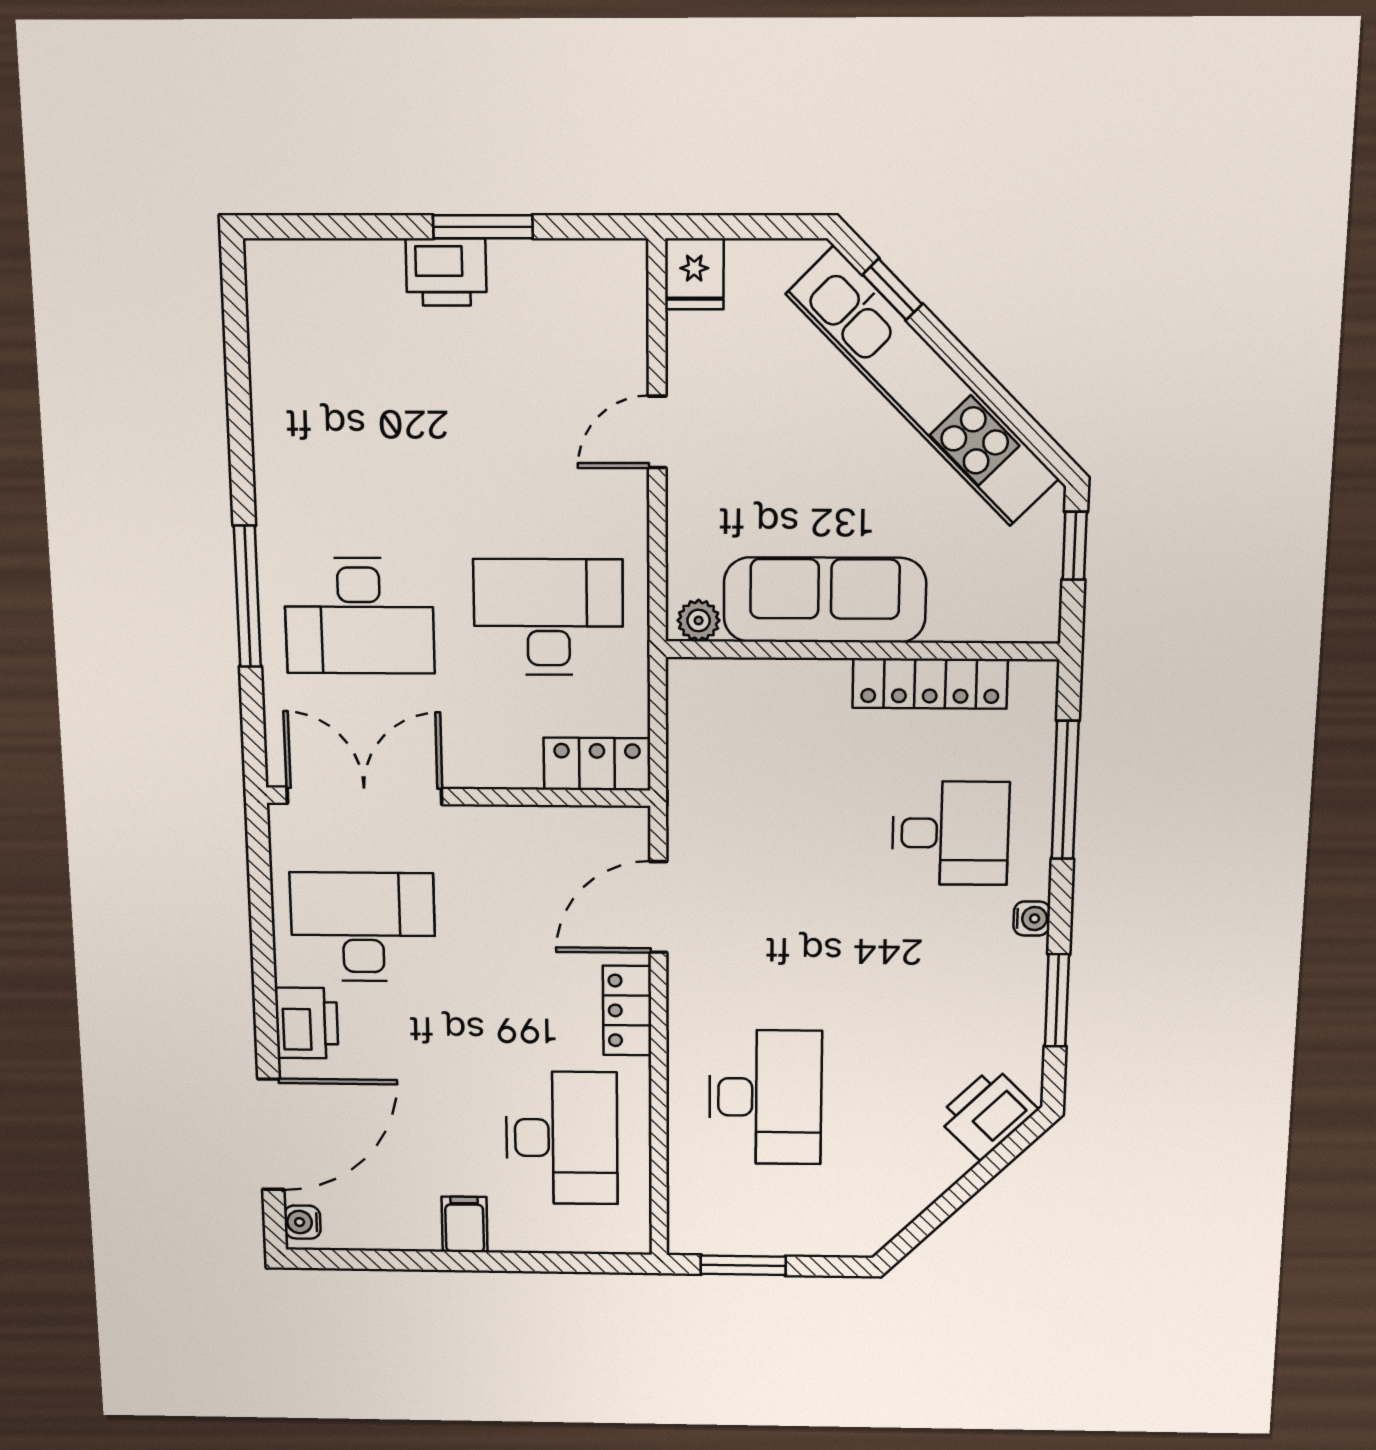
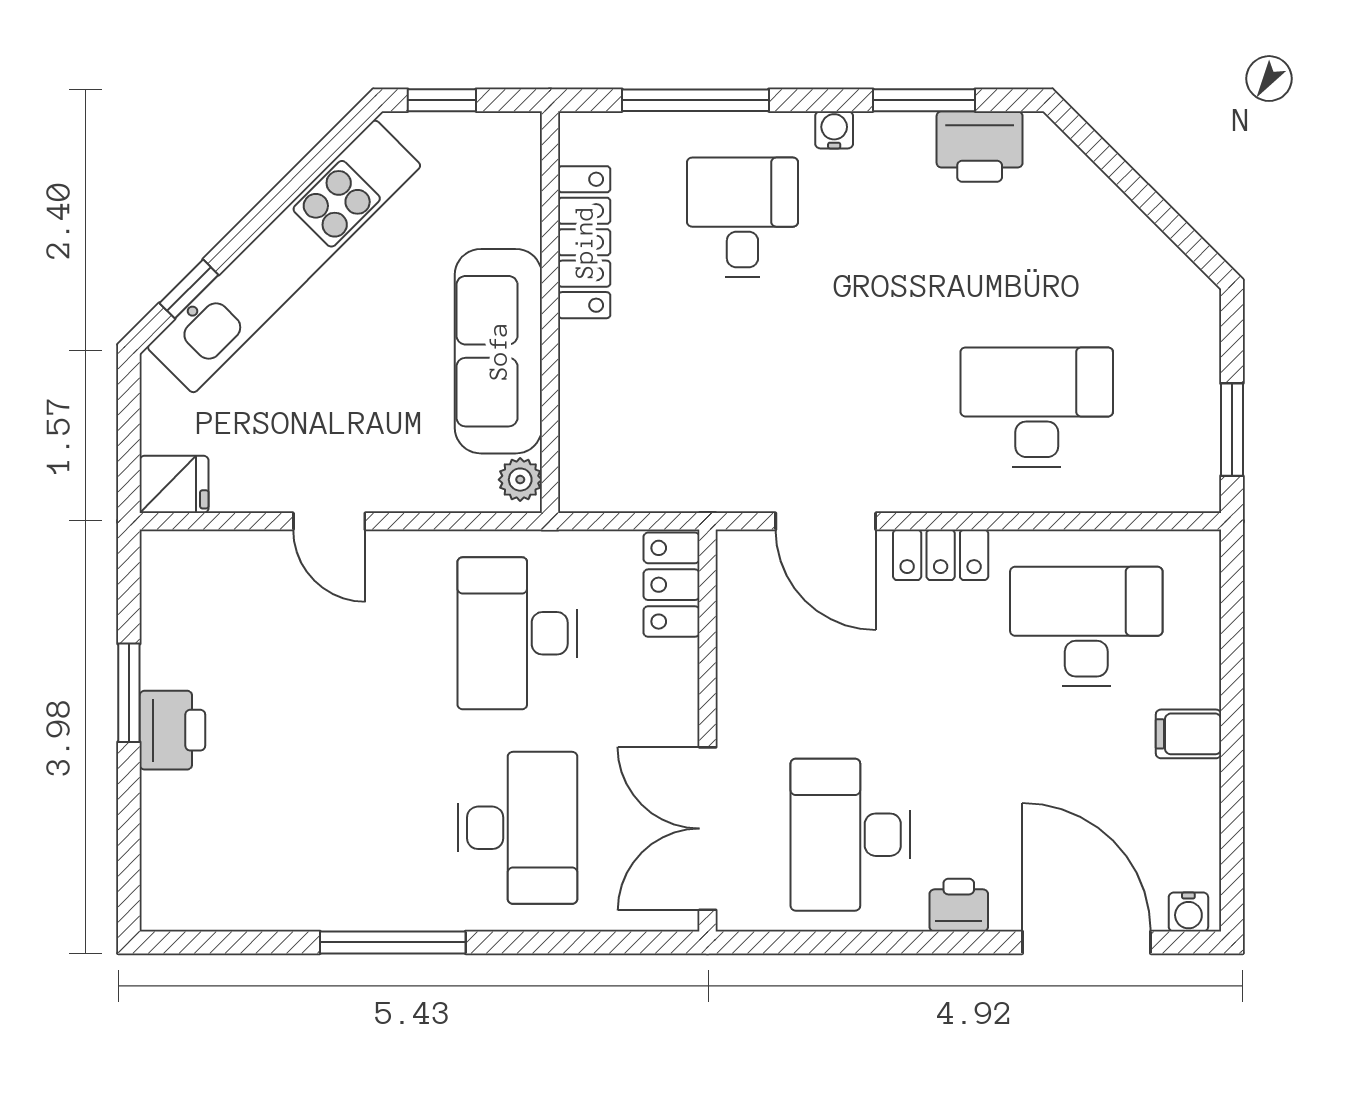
window: (247, 596) -> (393, 942), moved
printer: (307, 1023) -> (959, 905), width x0.73, depth x0.81
printer: (987, 1113) -> (980, 146), moved, turned -45

